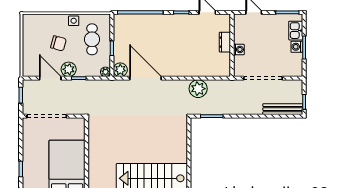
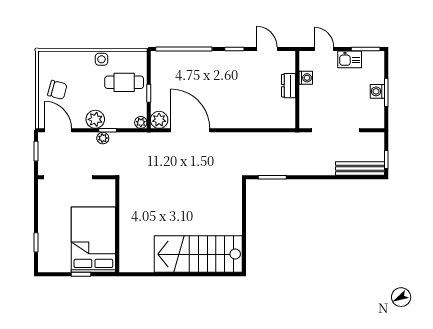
kitchen sink: (296, 31) -> (350, 59), moved, turned -90
cafe table: (92, 39) -> (124, 82), turned 90
chair: (59, 43) -> (57, 90), moved
washing machine: (239, 49) -> (306, 78), moved
door: (50, 78) -> (58, 130), moved
plant: (198, 89) -> (103, 138), moved, width x0.53, depth x0.53

